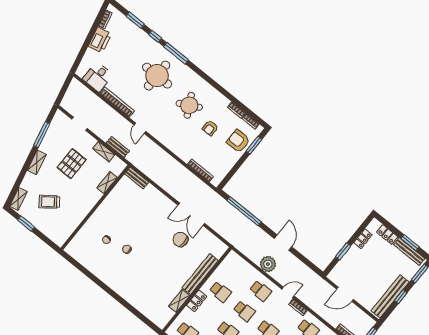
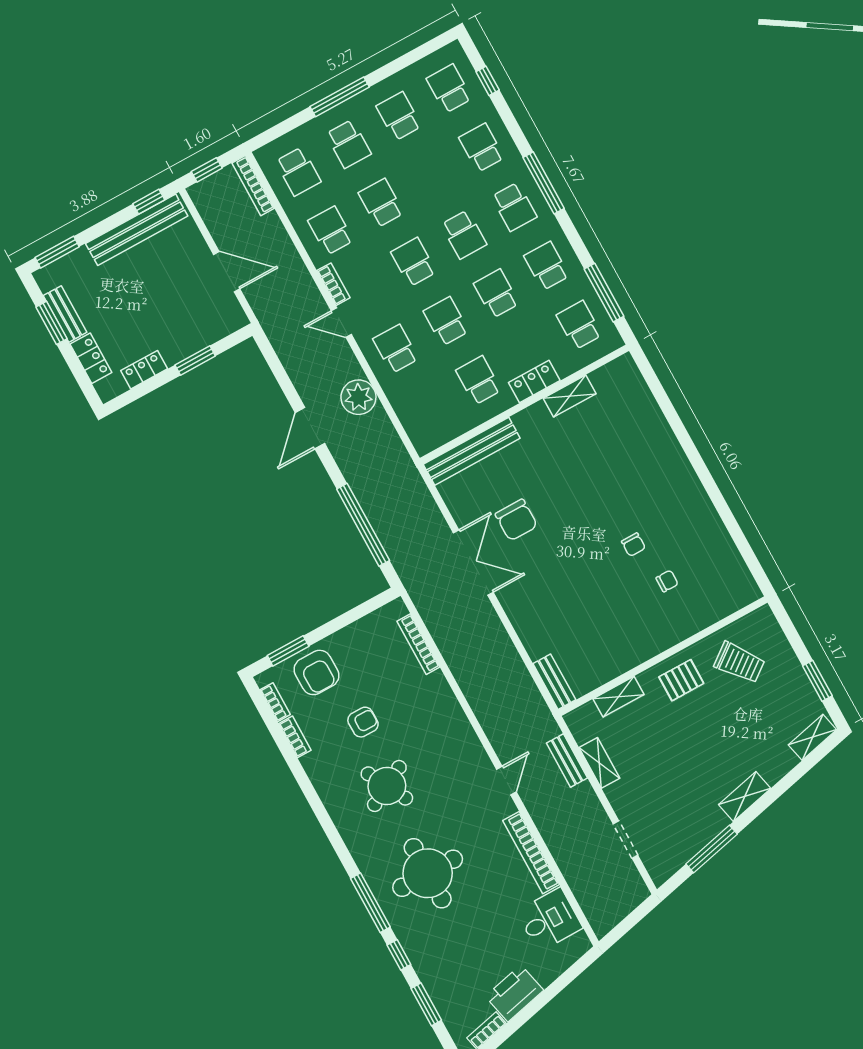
pallet: (72, 164) -> (681, 680), moved, width x0.67, depth x0.71
trolley: (49, 202) -> (739, 663), moved
bench: (409, 251) -> (65, 314), width x0.73
bench: (200, 274) -> (472, 451), moved
window: (401, 297) -> (149, 202), moved

